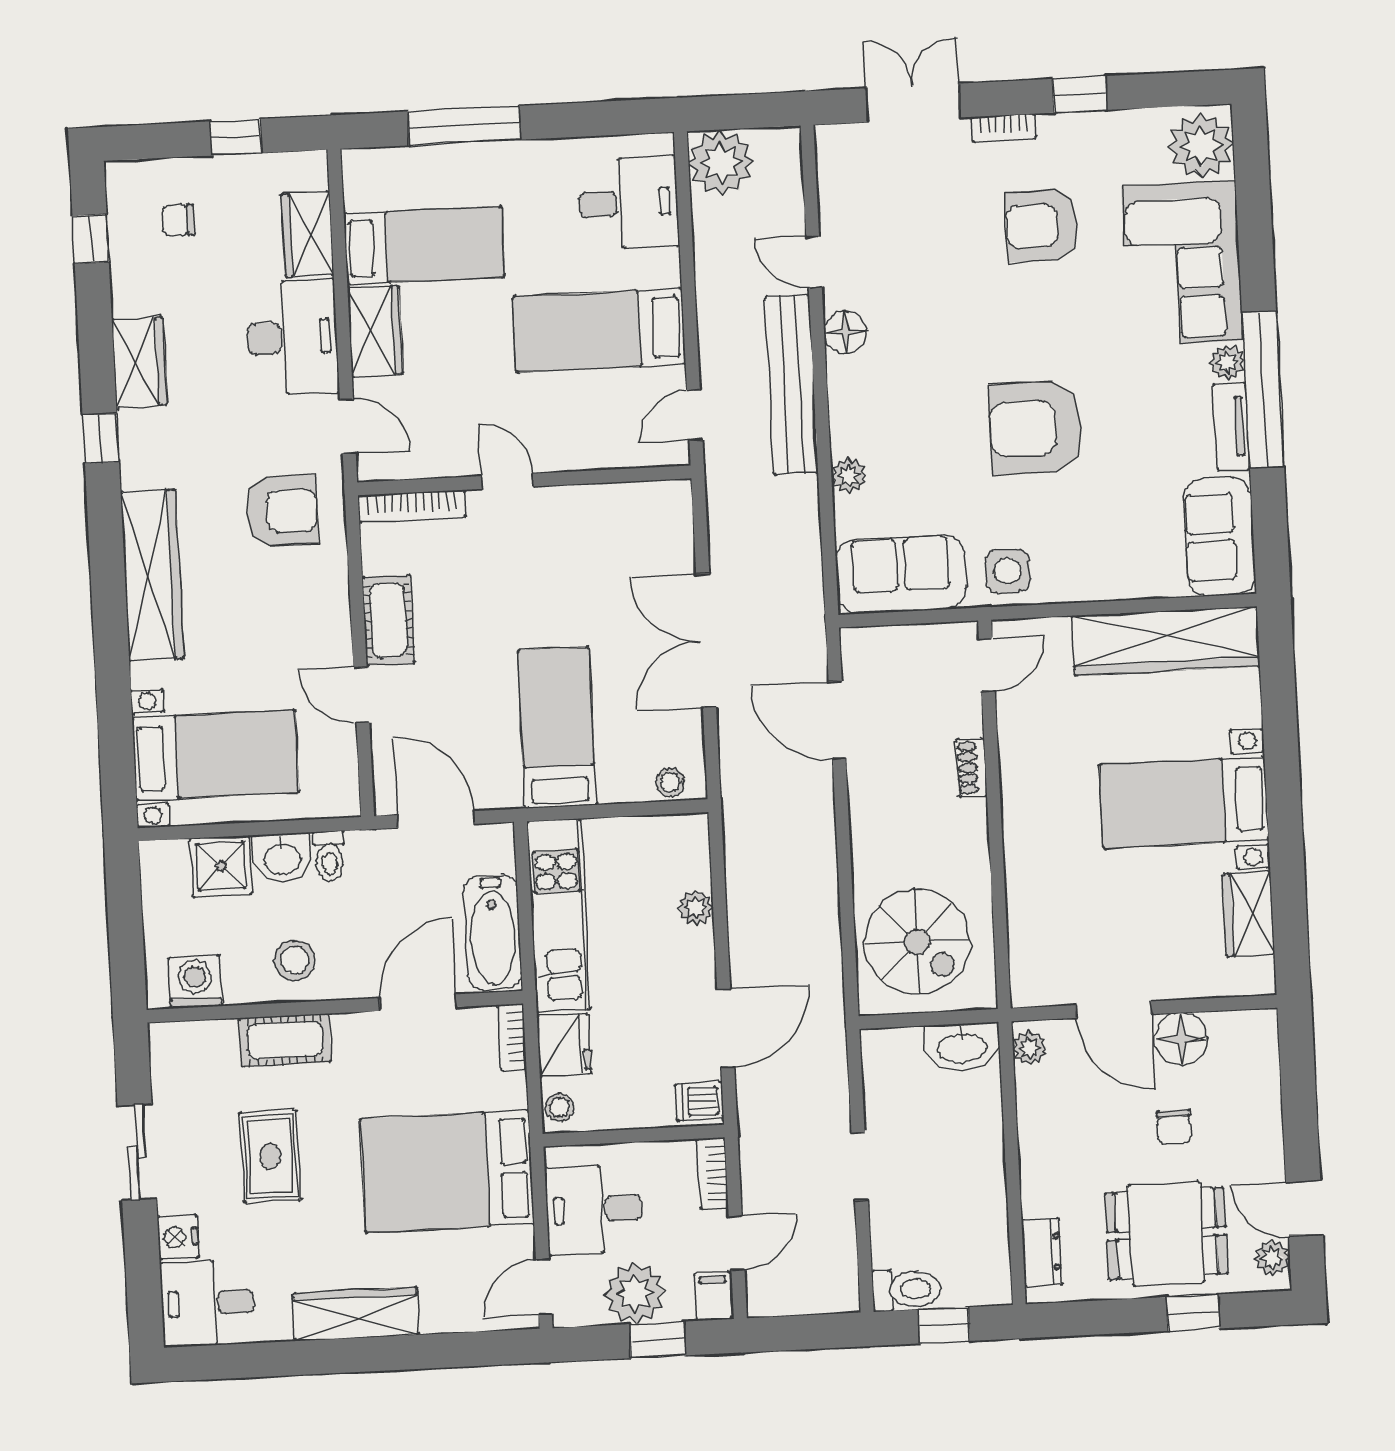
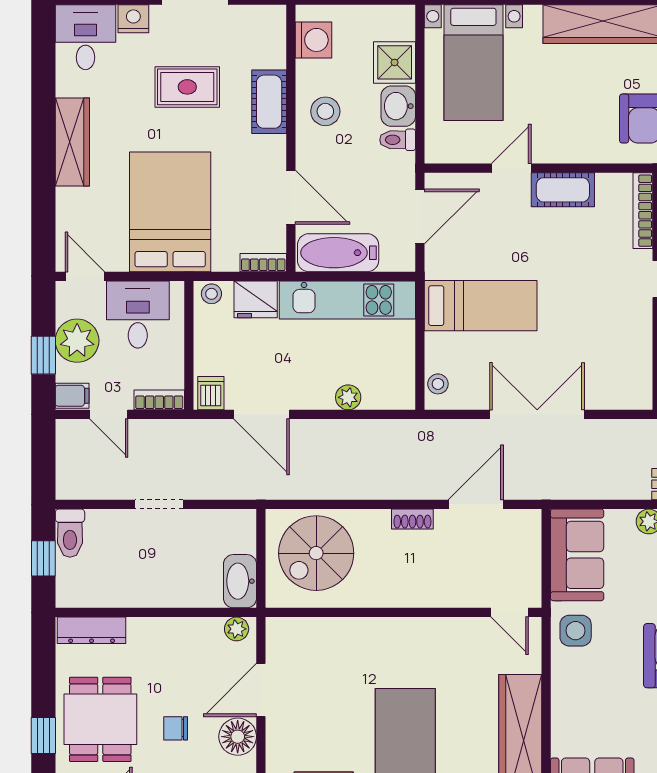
shoe rack: (972, 768) -> (412, 519), moved, turned 180
dresser: (1042, 1252) -> (92, 630), width x1.44

